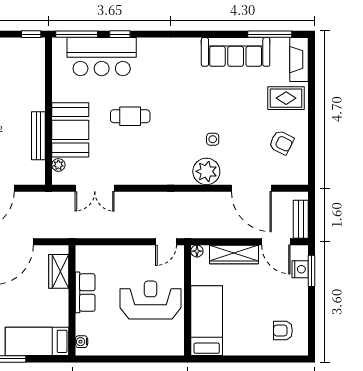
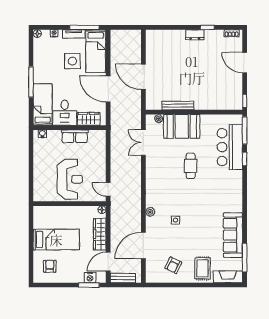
plant: (206, 171) -> (150, 212), width x0.53, depth x0.53
desk: (49, 308) -> (65, 113), added
bed: (207, 321) -> (56, 240), moved

